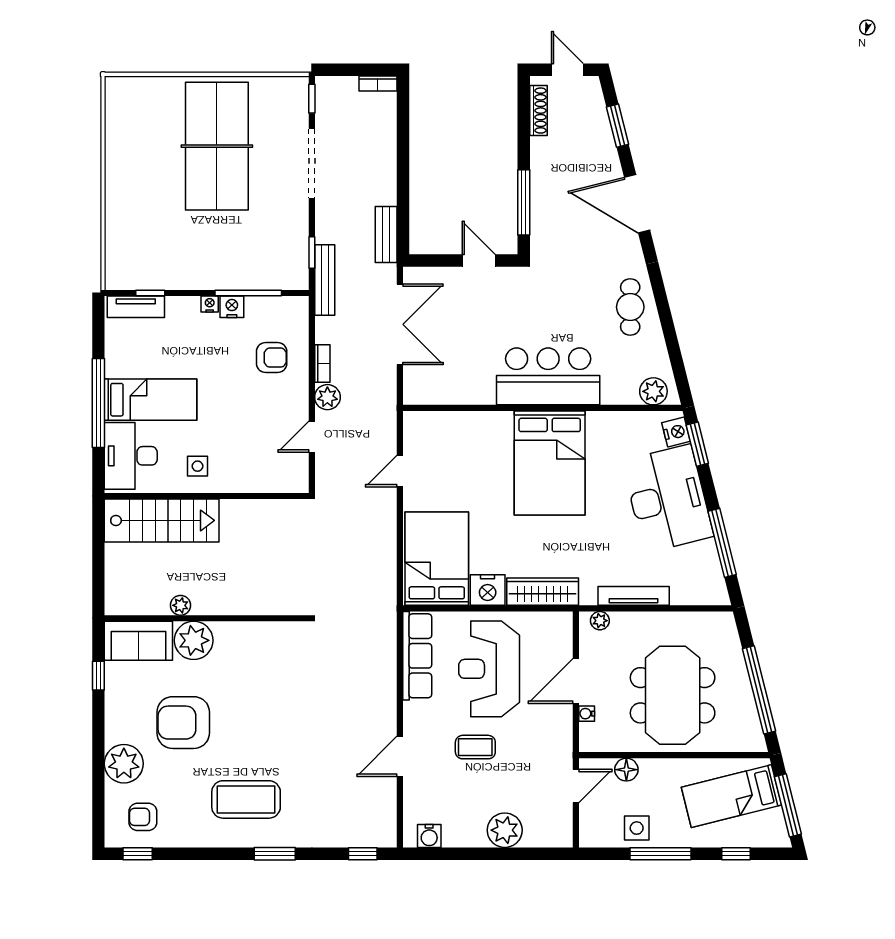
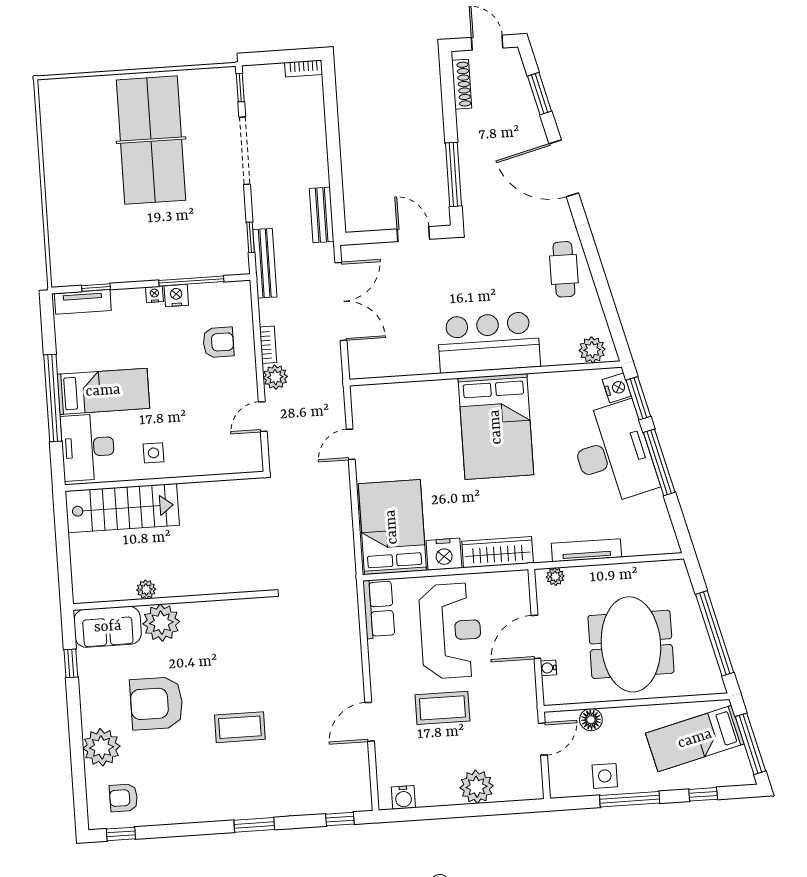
window: (722, 543) -> (659, 462), moved
row of seats: (417, 656) -> (379, 609), width x0.68
reception desk: (489, 669) -> (451, 631), turned 180
coffee table: (475, 747) -> (442, 708), width x1.36, depth x1.30
coffee table: (246, 799) -> (240, 727), moved, width x0.73, depth x0.76

